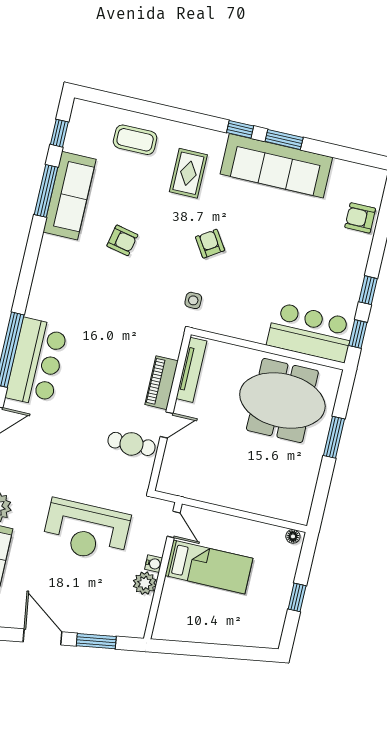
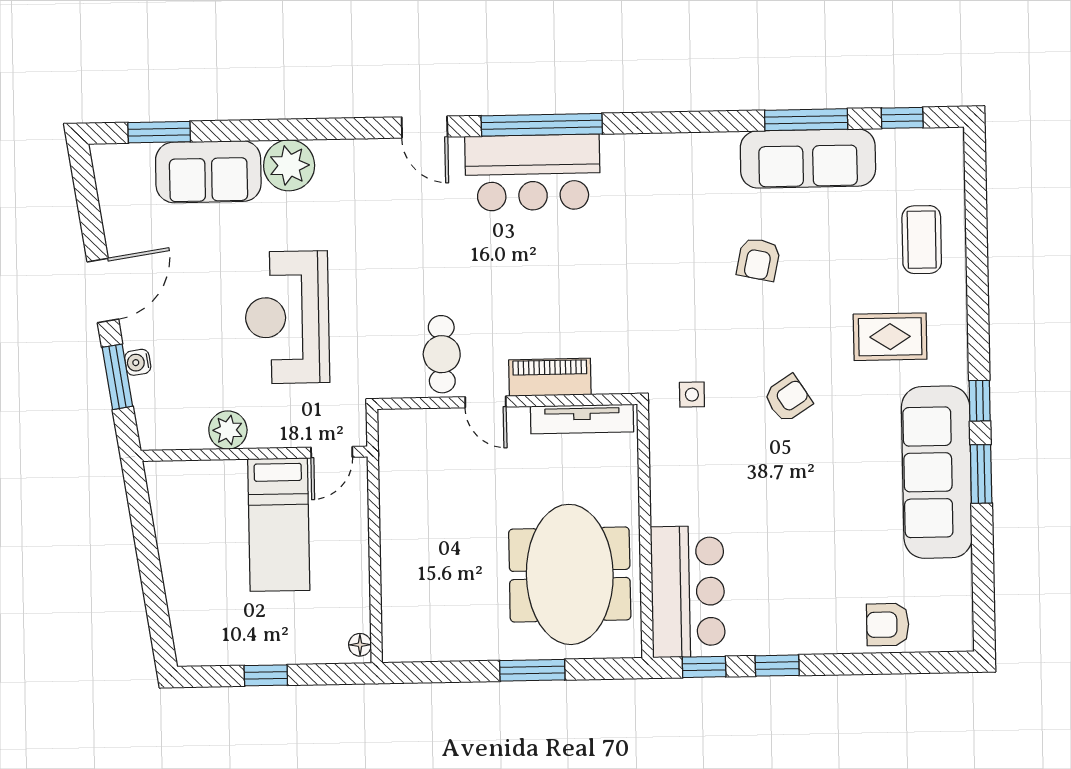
armchair: (360, 218) -> (888, 625), turned -90
water cooler: (154, 564) -> (138, 362), moved, turned 81

